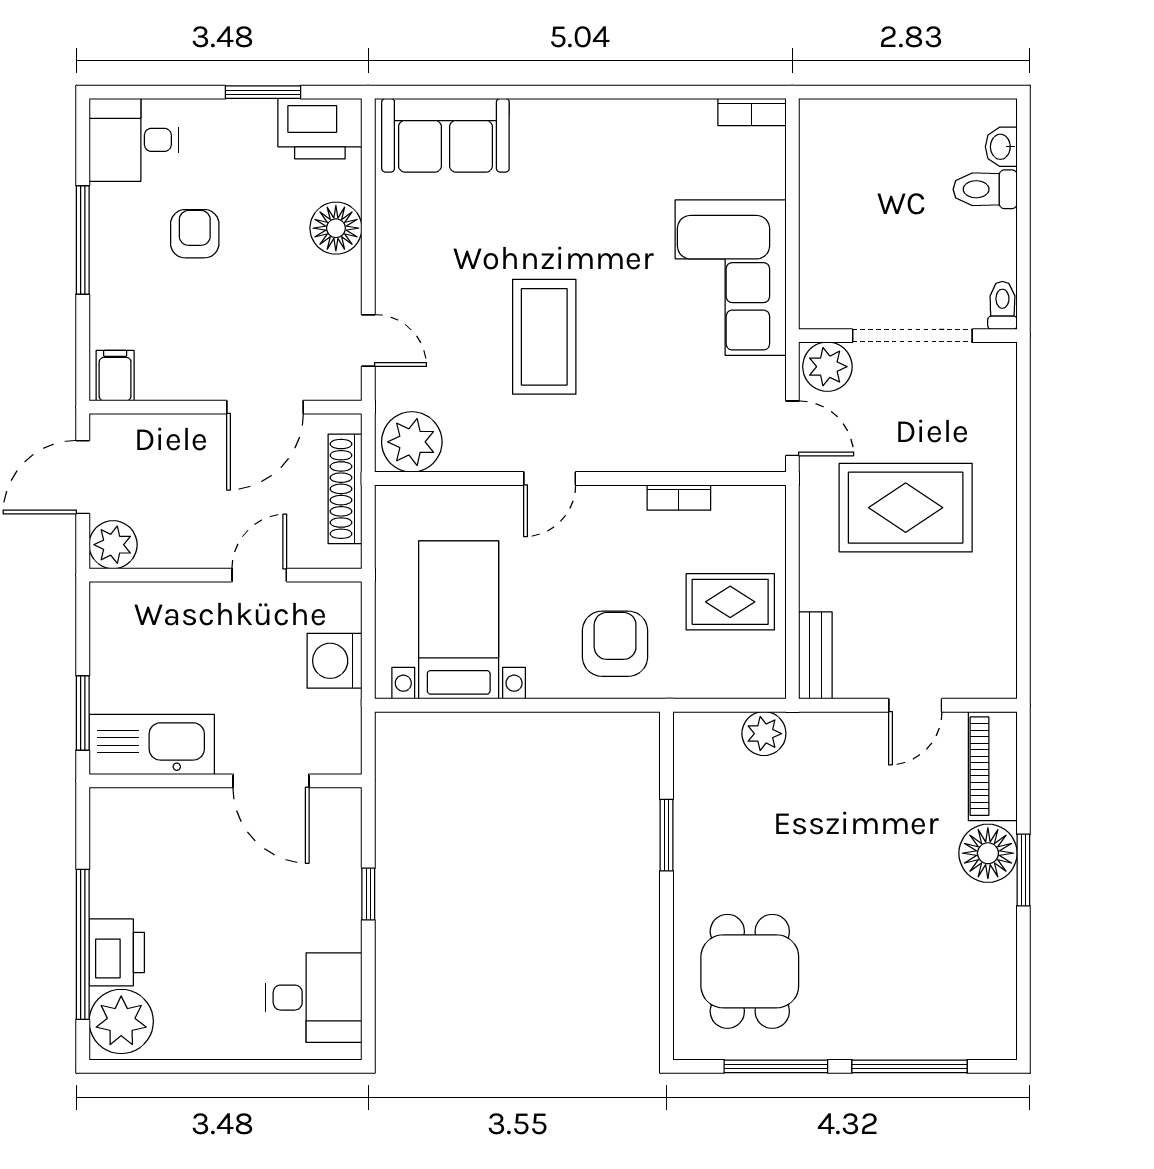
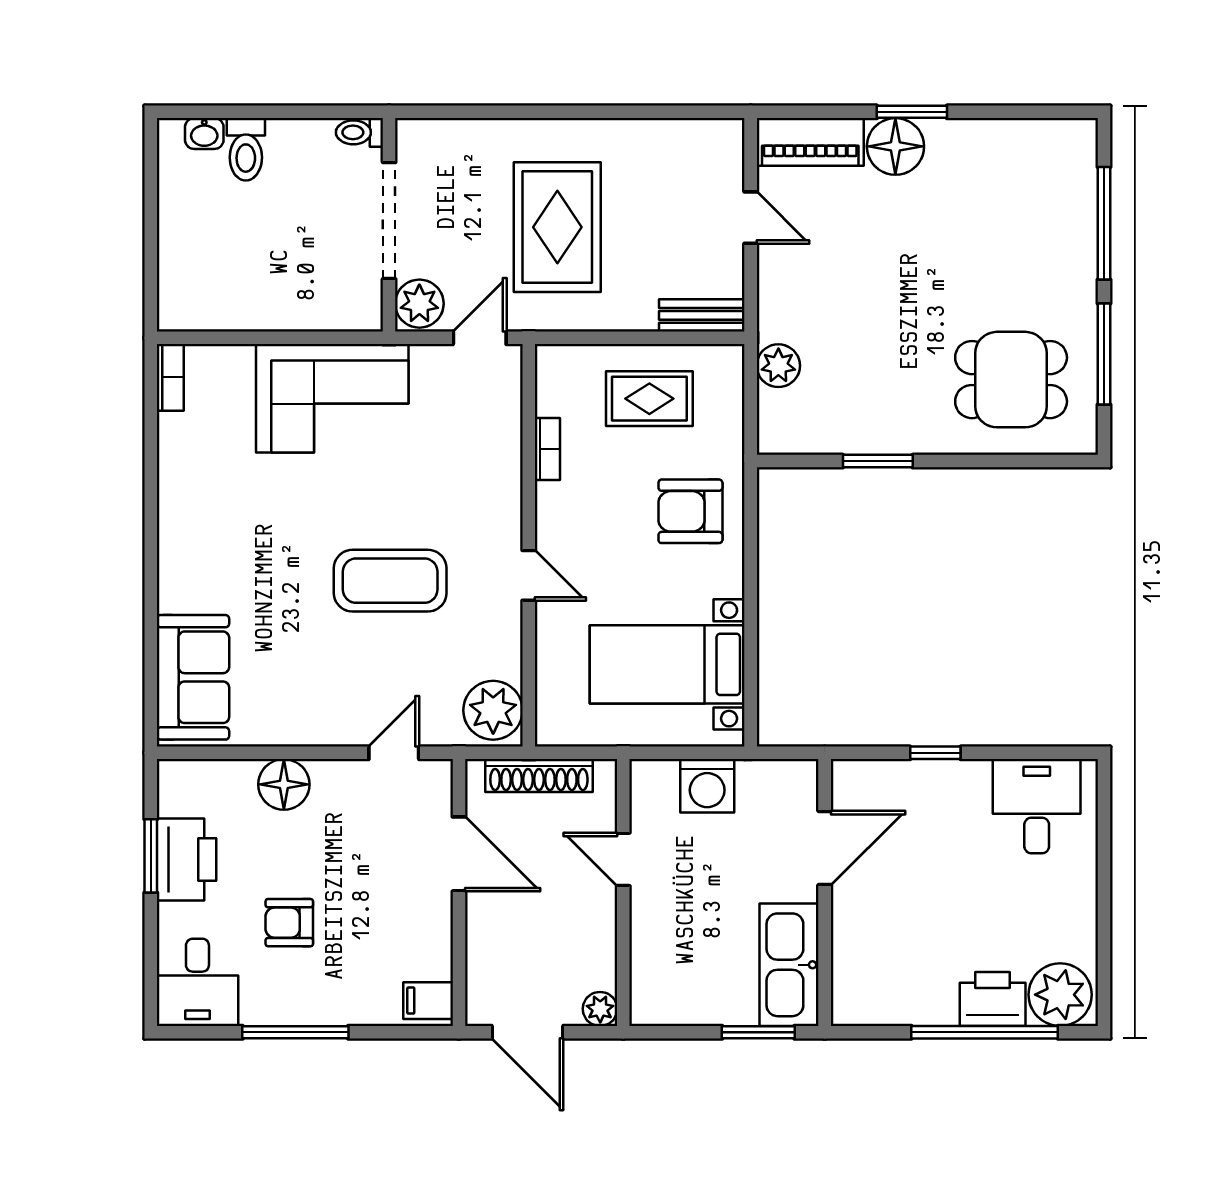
printer: (320, 129) -> (186, 860), moved
plant: (113, 545) -> (600, 1009), width x0.73, depth x0.73
rug: (730, 602) -> (649, 399), turned 90

